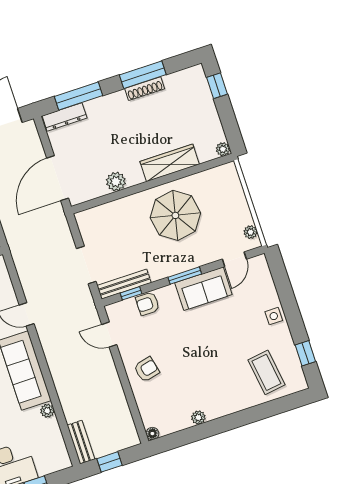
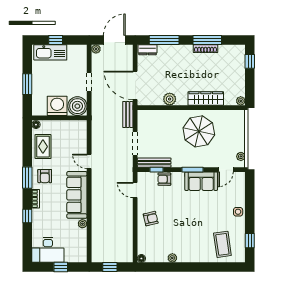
dresser: (65, 117) -> (148, 50), width x0.70
door: (58, 178) -> (135, 85), hinge flipped
bench: (81, 442) -> (128, 114), moved

